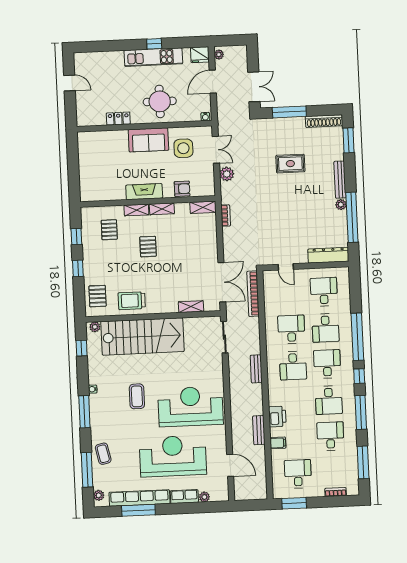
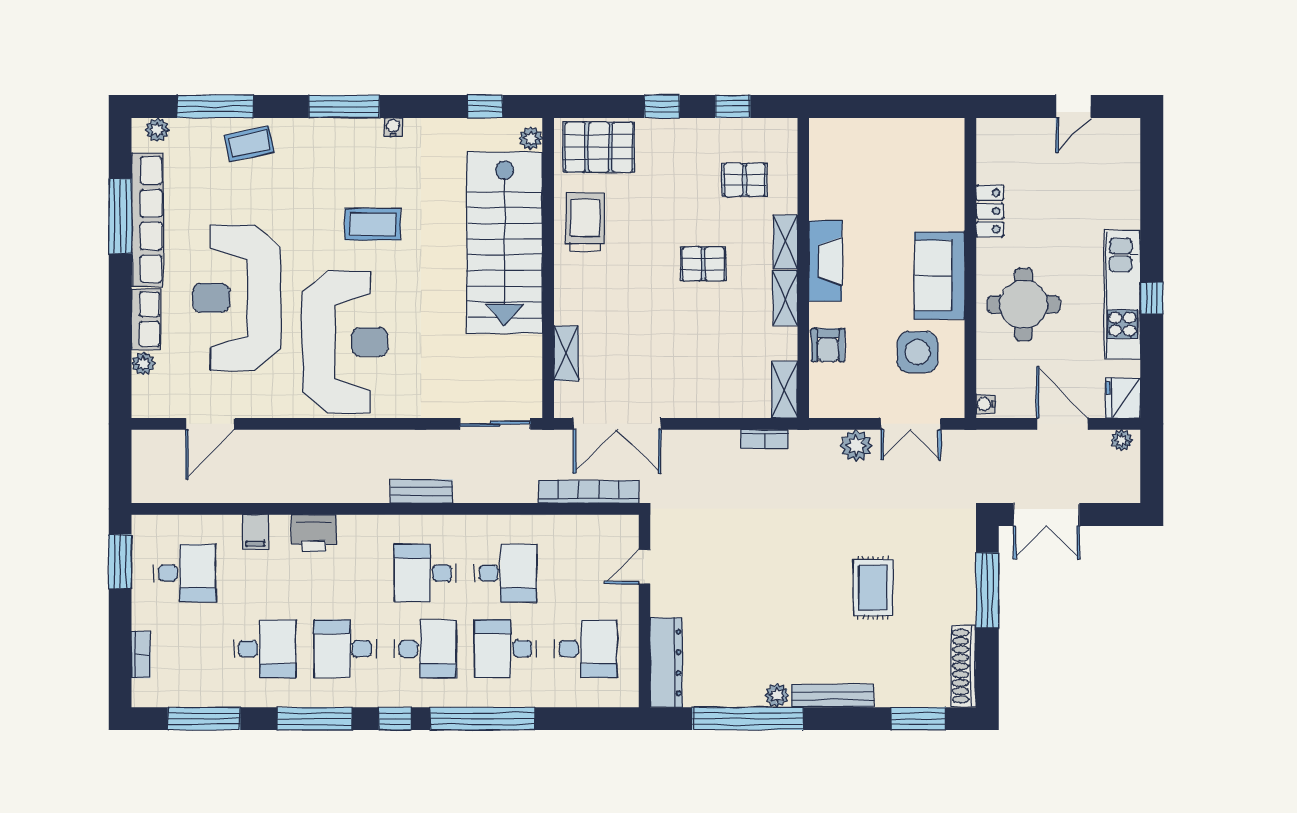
pallet: (98, 296) -> (599, 147), width x1.50, depth x1.42
bench: (259, 430) -> (286, 491), removed
reception desk: (173, 456) -> (237, 298), turned 180

